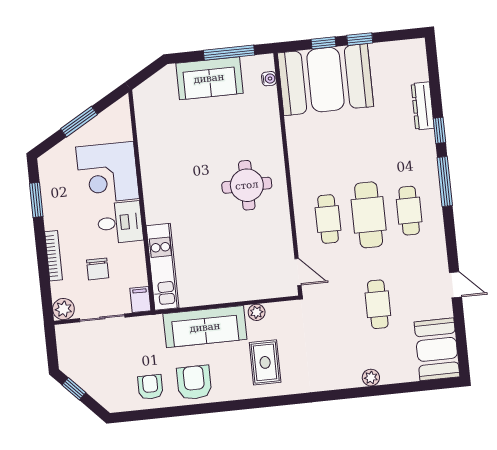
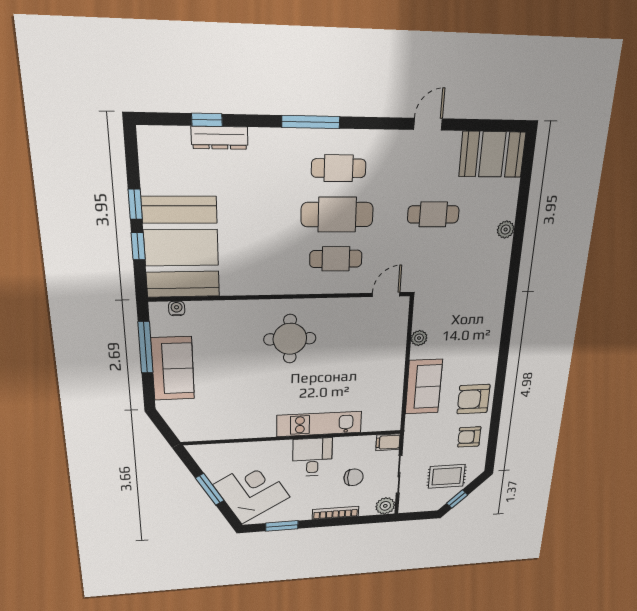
window: (439, 130) -> (207, 120), moved
corner desk: (107, 173) -> (252, 491), moved, turned -120
kitchen unit: (162, 267) -> (319, 424), moved
sofa: (205, 327) -> (424, 387), width x0.73
rug: (265, 362) -> (447, 476), moved

